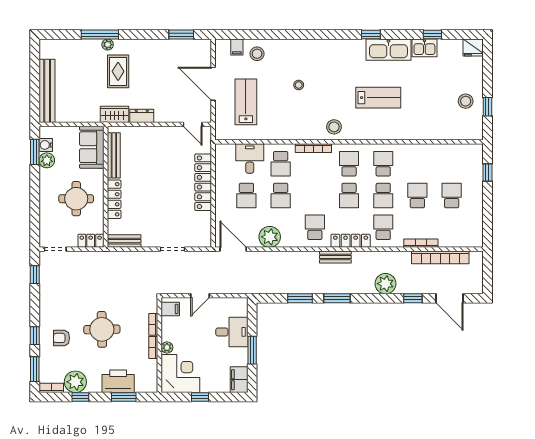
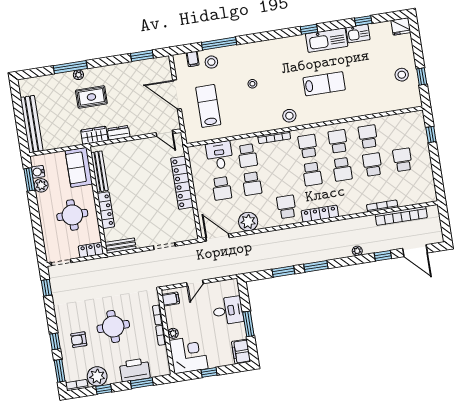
window: (269, 35) -> (219, 44), added
rug: (118, 71) -> (91, 97), turned 90
school desk: (383, 227) -> (368, 137), moved
bench: (335, 257) -> (309, 230), removed
plant: (385, 284) -> (357, 251), width x0.53, depth x0.53

